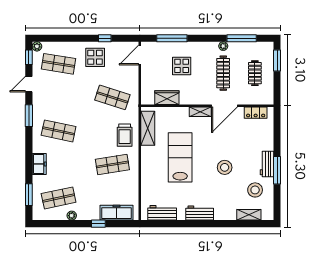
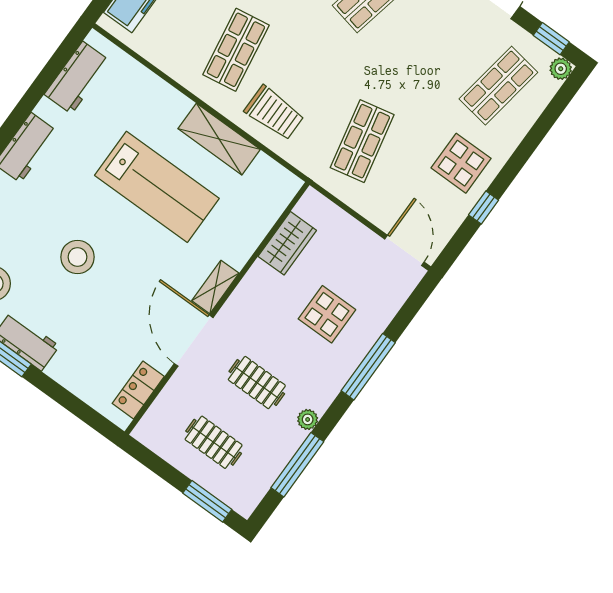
window: (172, 38) -> (368, 367), moved
clothes rail: (223, 73) -> (257, 383), width x0.73
shop shelf: (112, 97) -> (362, 141), turned -30
shelving: (148, 128) -> (219, 139), moved
trolley: (125, 135) -> (274, 113), turned 180

